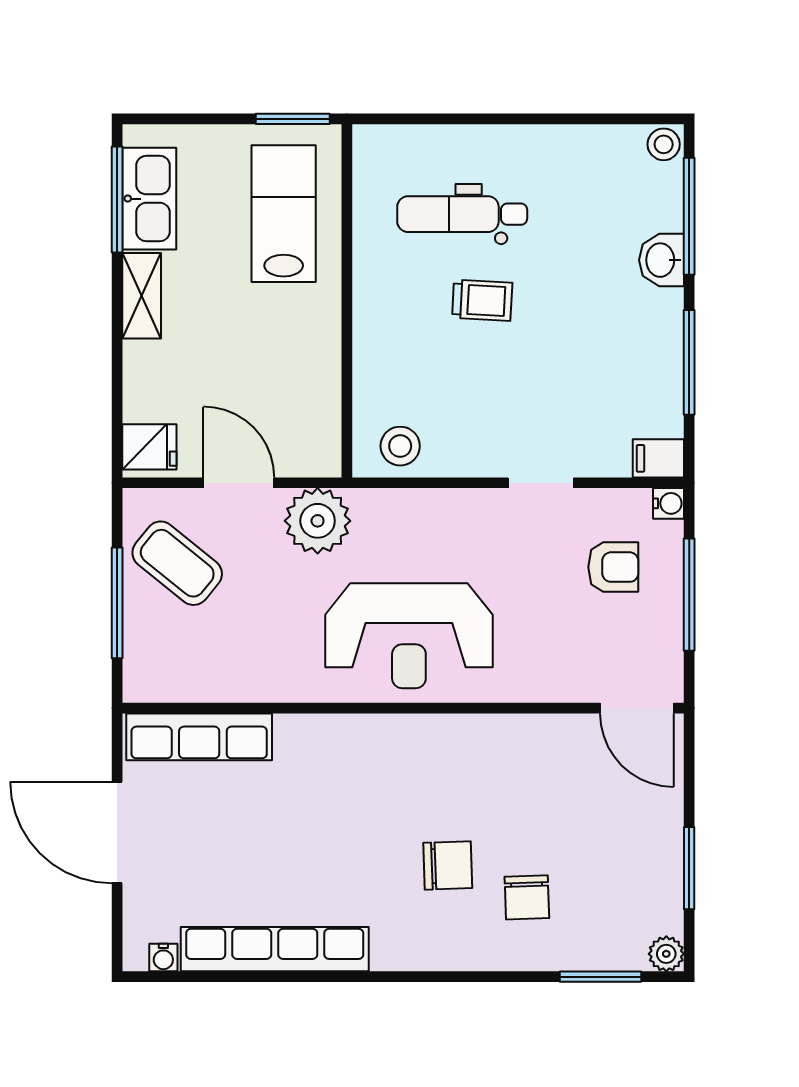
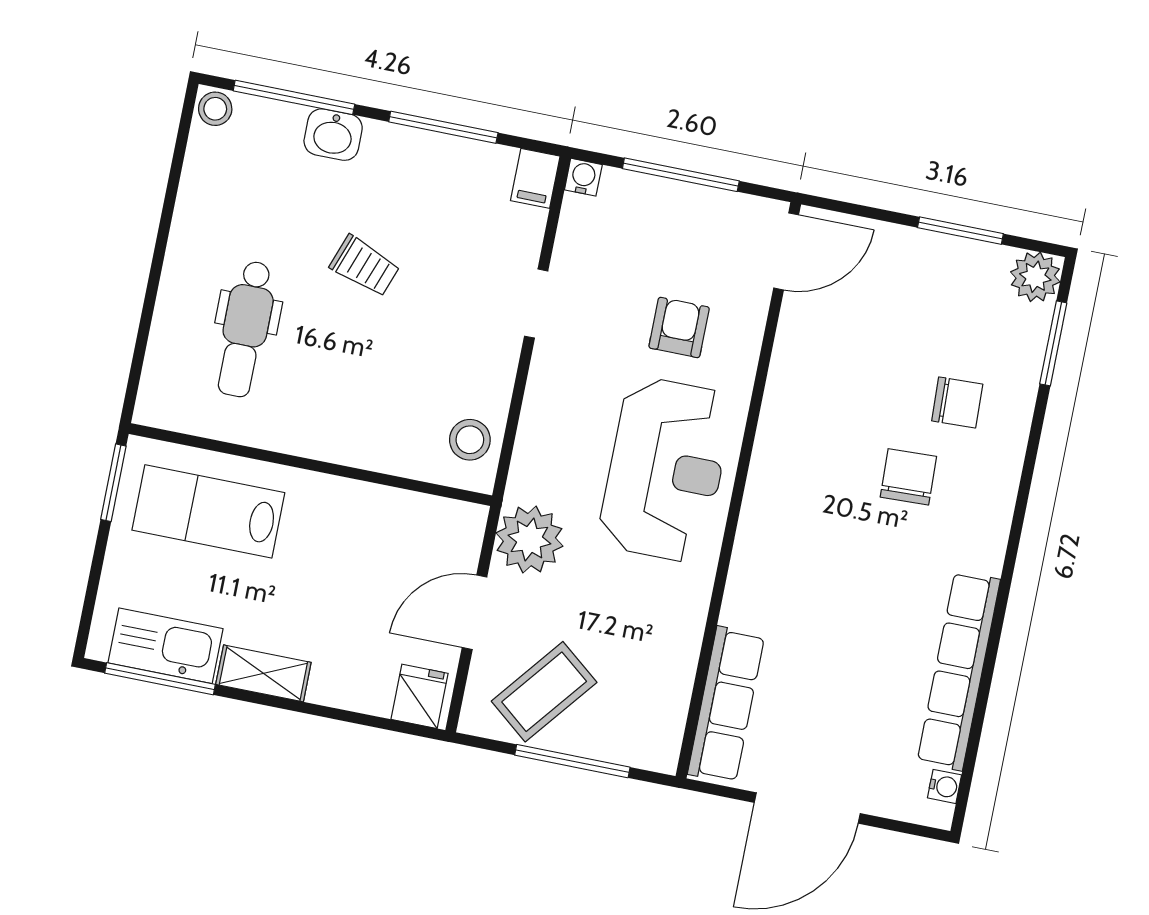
trolley: (482, 300) -> (365, 266), moved, turned 107
armchair: (613, 567) -> (679, 327), moved
plant: (666, 954) -> (1035, 277), width x1.38, depth x1.38

